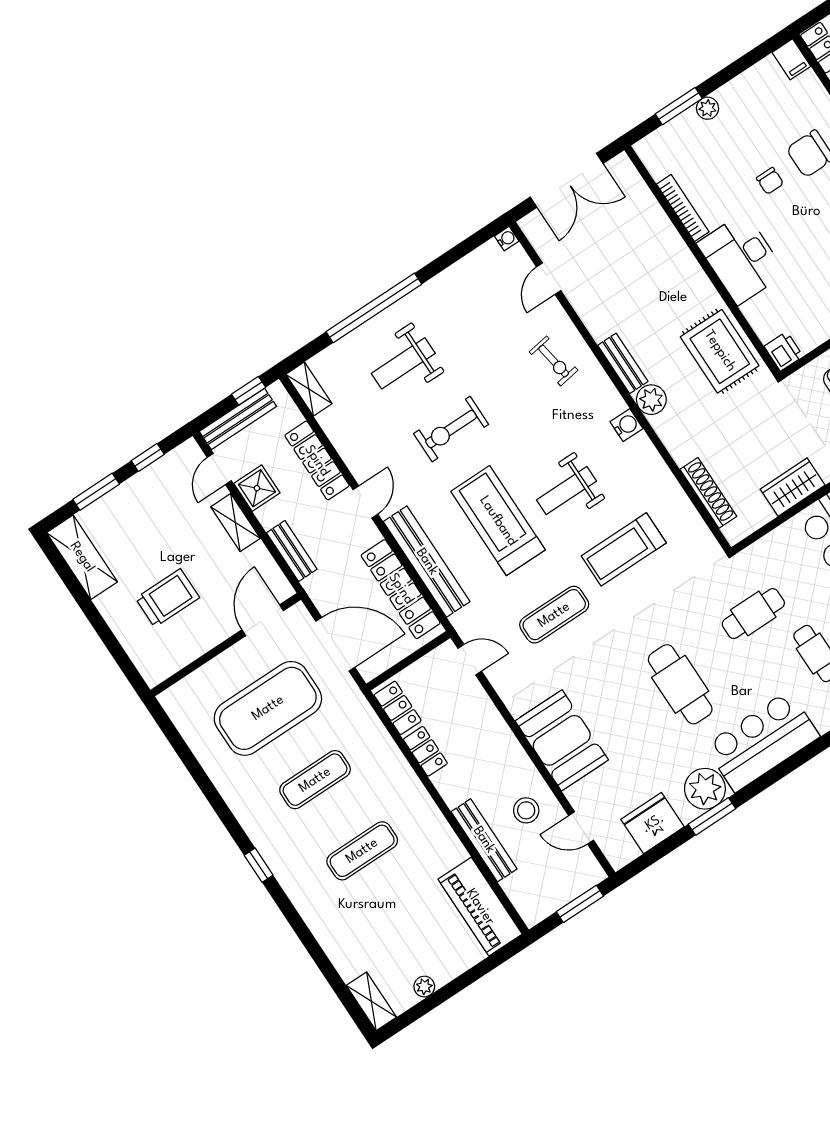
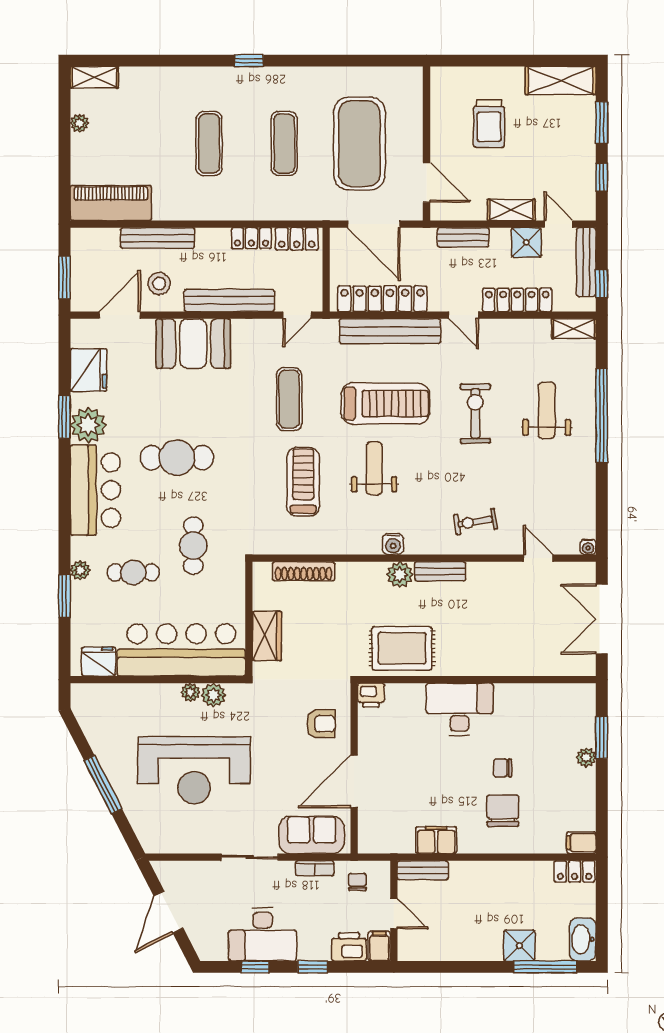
bookcase: (683, 208) -> (525, 691), removed
door: (335, 644) -> (374, 224), hinge flipped
bench: (498, 733) -> (229, 300), added
door: (581, 828) -> (120, 315), width x1.38

